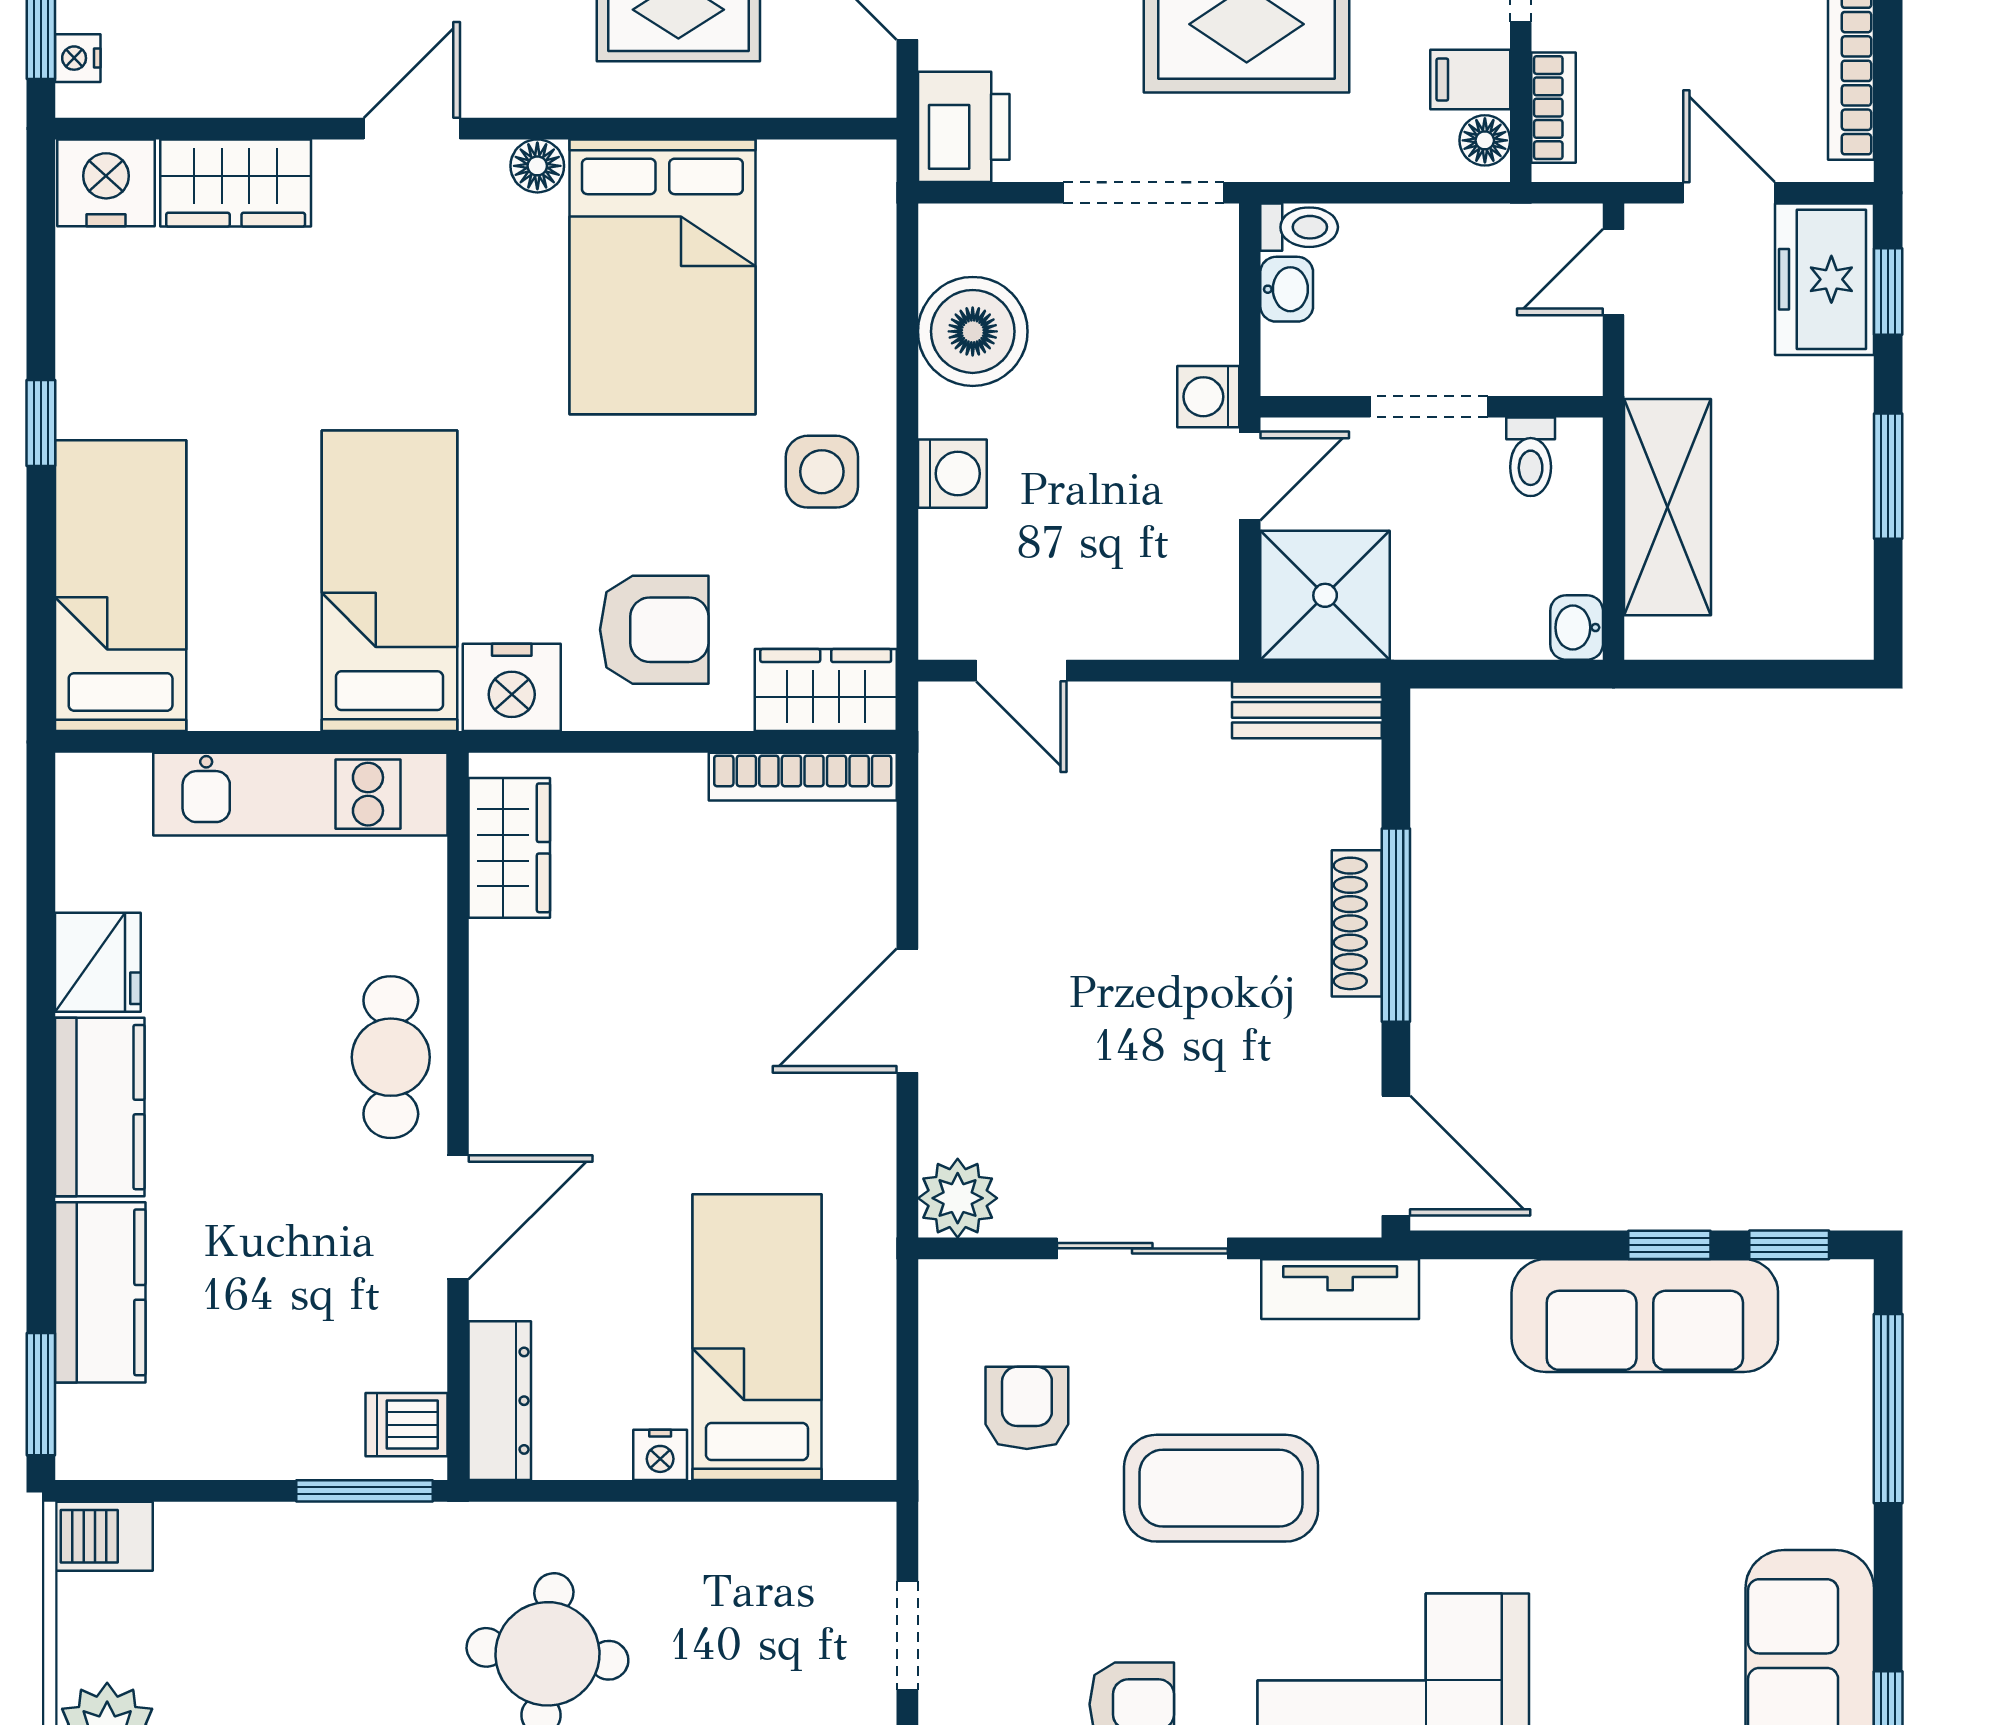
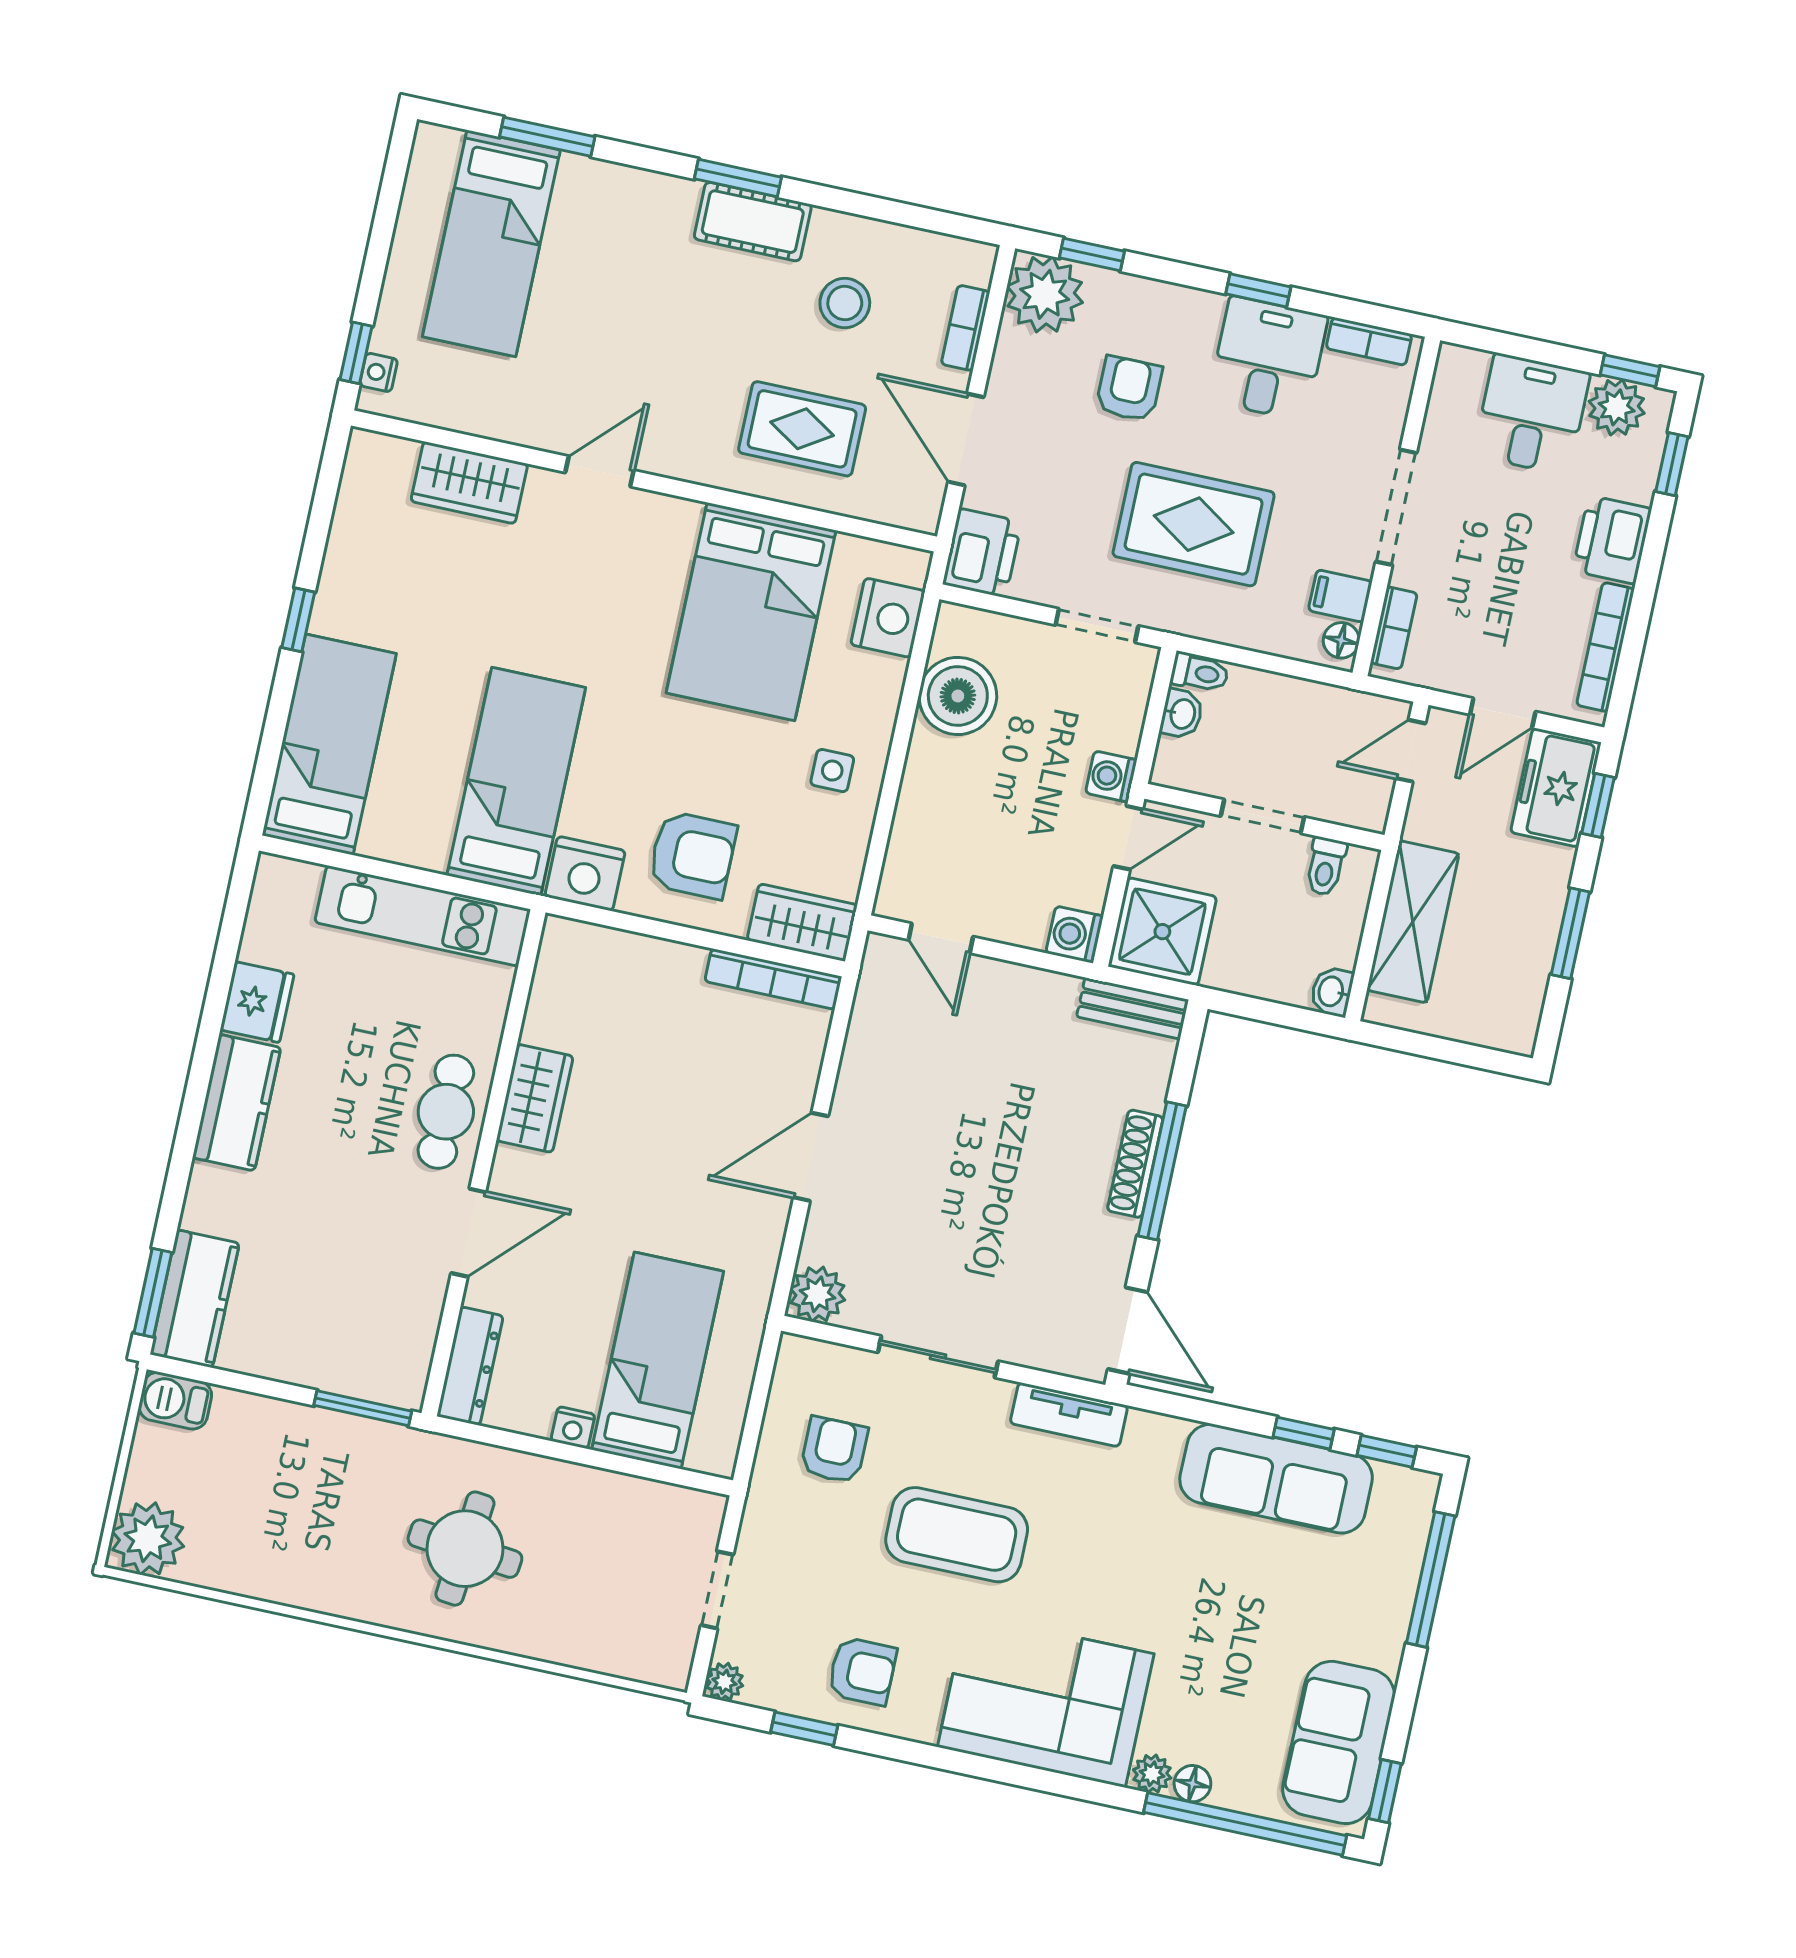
floor lamp: (537, 166) -> (681, 516), removed
nightstand: (106, 183) -> (888, 618), moved, turned 90
doorway: (1143, 193) -> (1097, 625), width x0.73
door: (1729, 193) -> (1503, 713), swing flipped
side table: (822, 472) -> (832, 771), width x0.73, depth x0.73
washing machine: (952, 474) -> (1075, 935), moved, turned 180
wardrobe: (509, 848) -> (535, 1098), moved
kitchen counter: (100, 1292) -> (195, 1299), moved
dishwasher: (406, 1425) -> (402, 1369), removed

